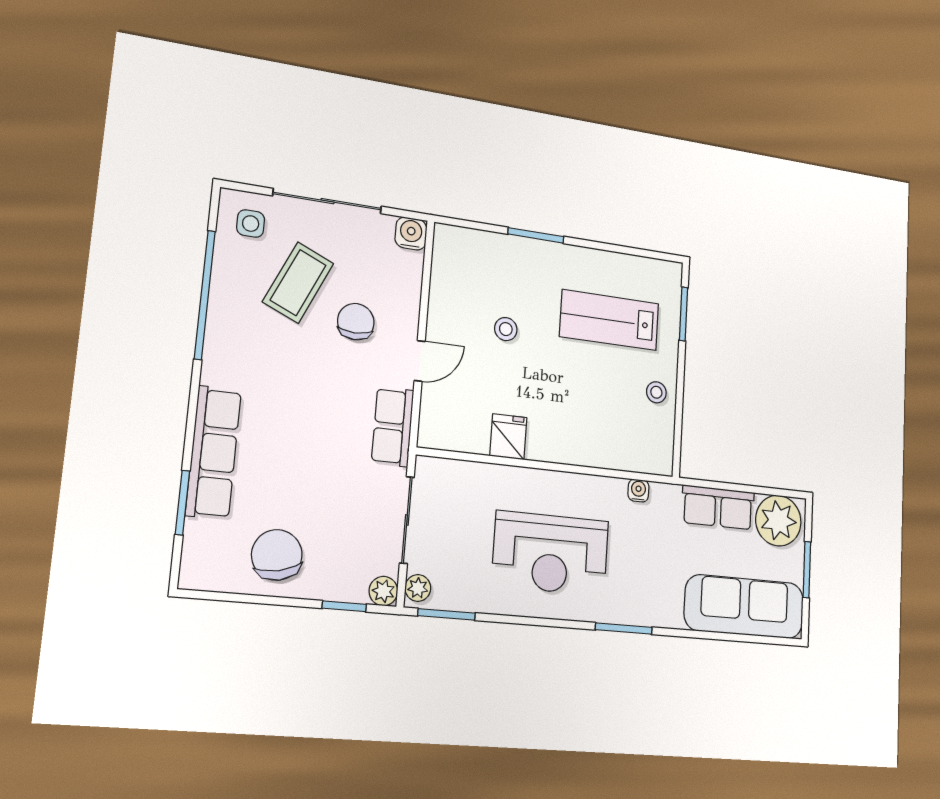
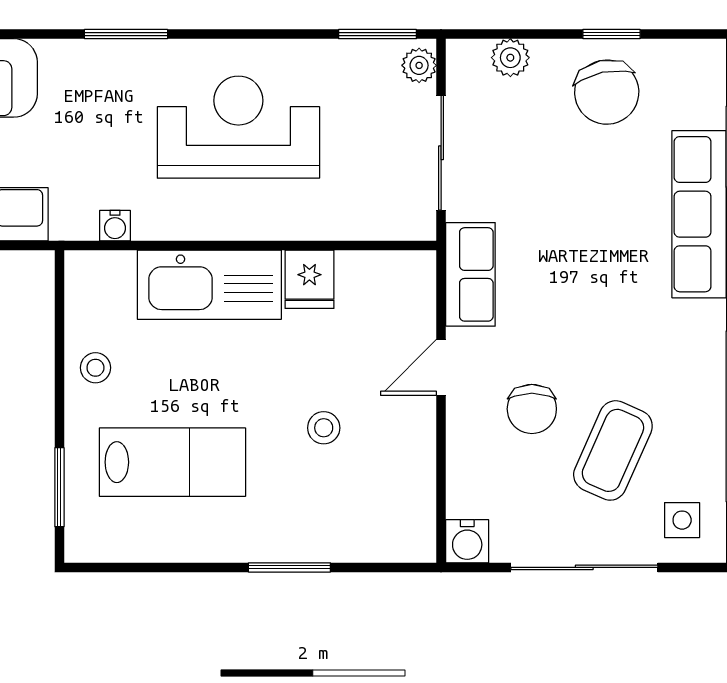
kitchen sink: (578, 441) -> (209, 285), added
plant: (383, 591) -> (510, 58), moved
window: (344, 606) -> (612, 34), moved

